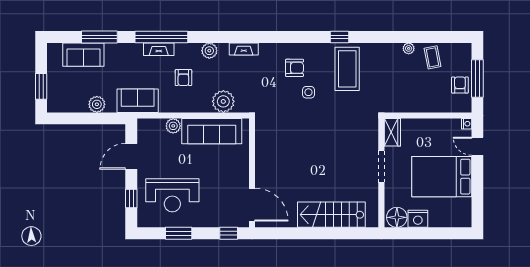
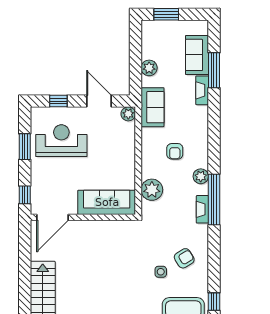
window: (161, 37) -> (214, 199), moved
fireplace: (159, 49) -> (202, 90), moved
armchair: (295, 68) -> (184, 258), turned -121
armchair: (183, 78) -> (175, 151), turned -90
plant: (173, 126) -> (128, 114), moved
sofa: (212, 131) -> (107, 202), moved, turned 90
reception desk: (172, 195) -> (61, 141), turned 90

